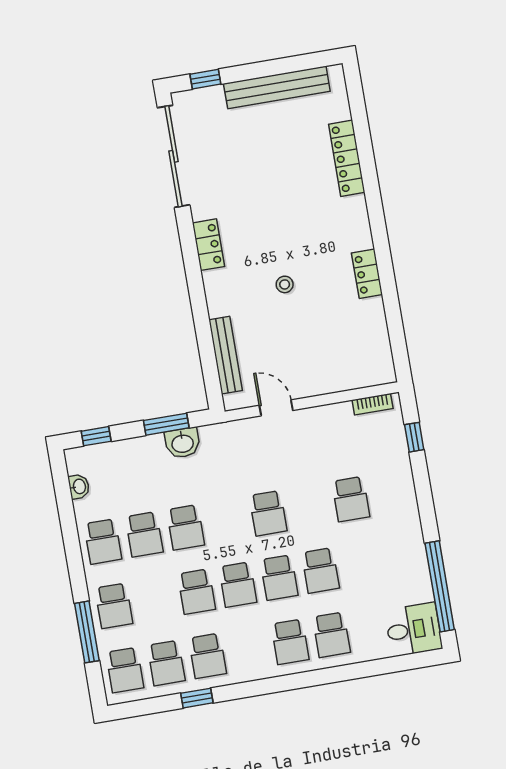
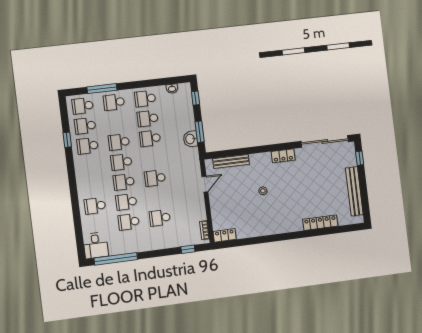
locker: (367, 274) -> (225, 235), moved
school desk: (290, 642) -> (129, 222), moved

